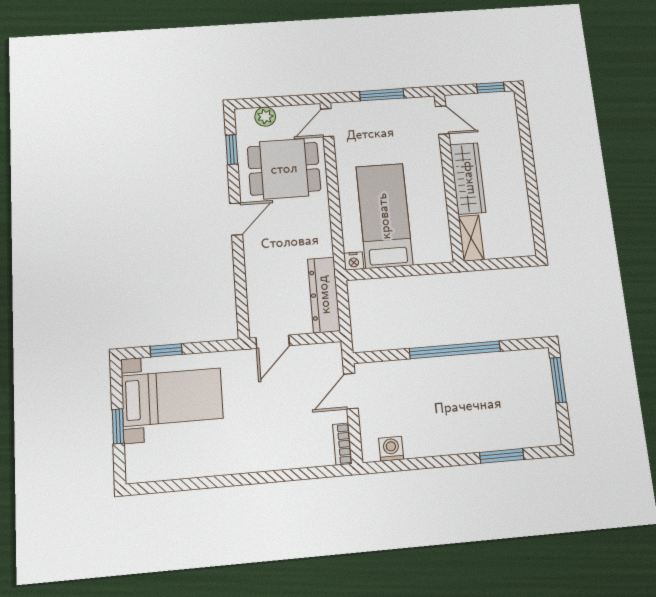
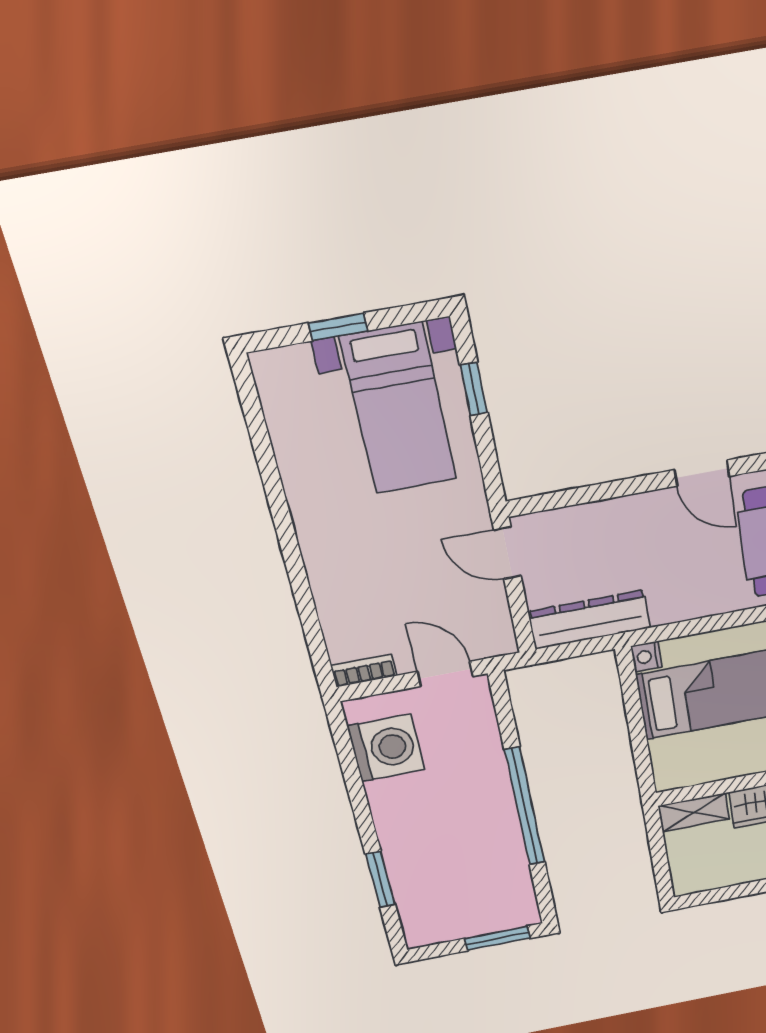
washing machine: (391, 449) -> (386, 748), width x1.89, depth x1.89

